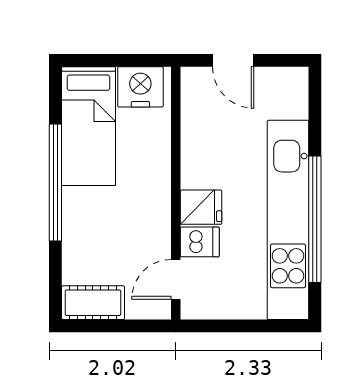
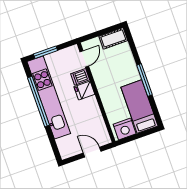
window: (55, 182) -> (145, 80), width x0.68
window: (259, 326) -> (45, 52), added

